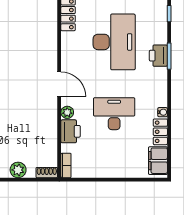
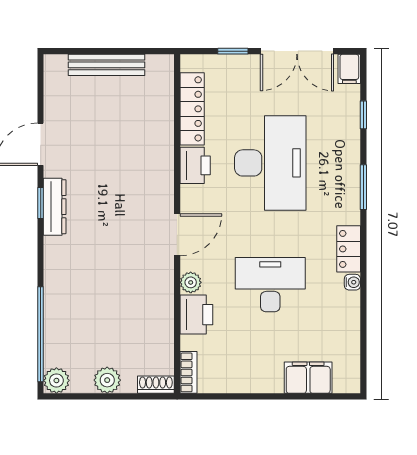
printer: (158, 56) -> (195, 165), moved, turned 180
door: (59, 84) -> (177, 235), hinge flipped
locker: (160, 132) -> (349, 249), moved
filing cabinet: (158, 161) -> (308, 378), moved, turned 90

